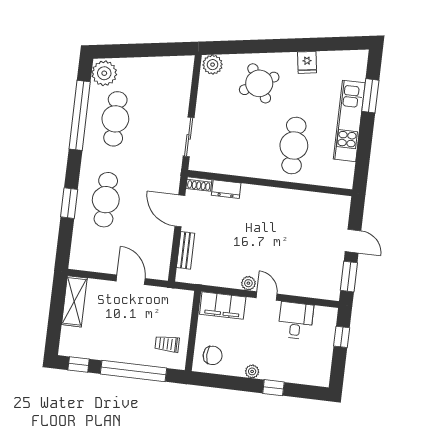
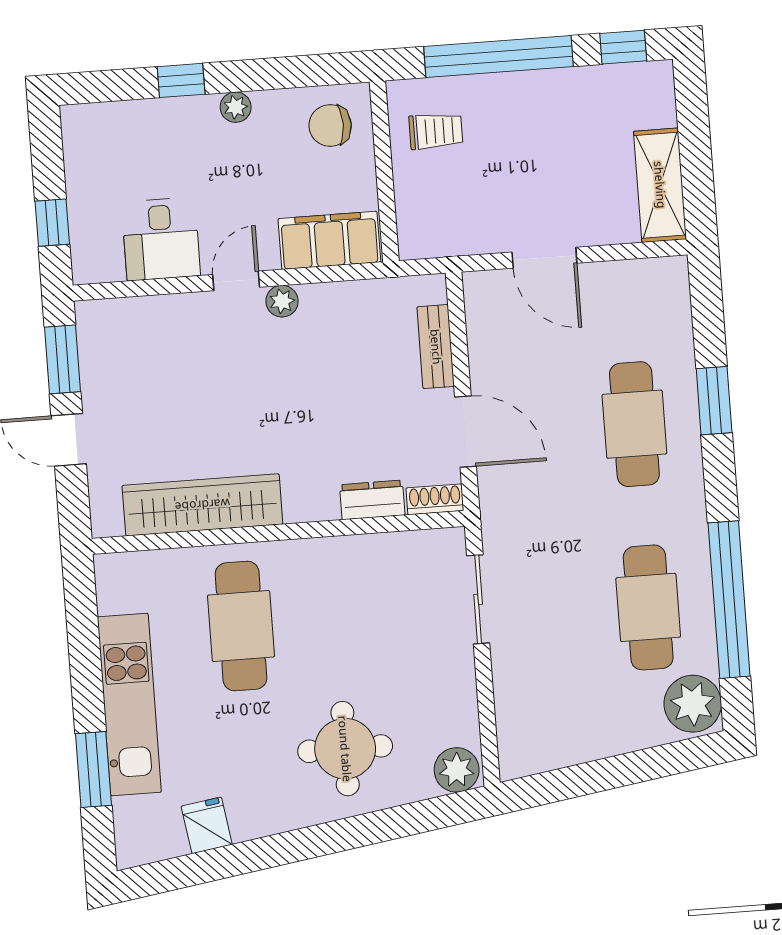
fridge: (307, 62) -> (207, 825), moved
round table: (259, 83) -> (345, 749), turned 30
wardrobe: (300, 201) -> (202, 505), added
door: (267, 296) -> (236, 281), swing flipped

